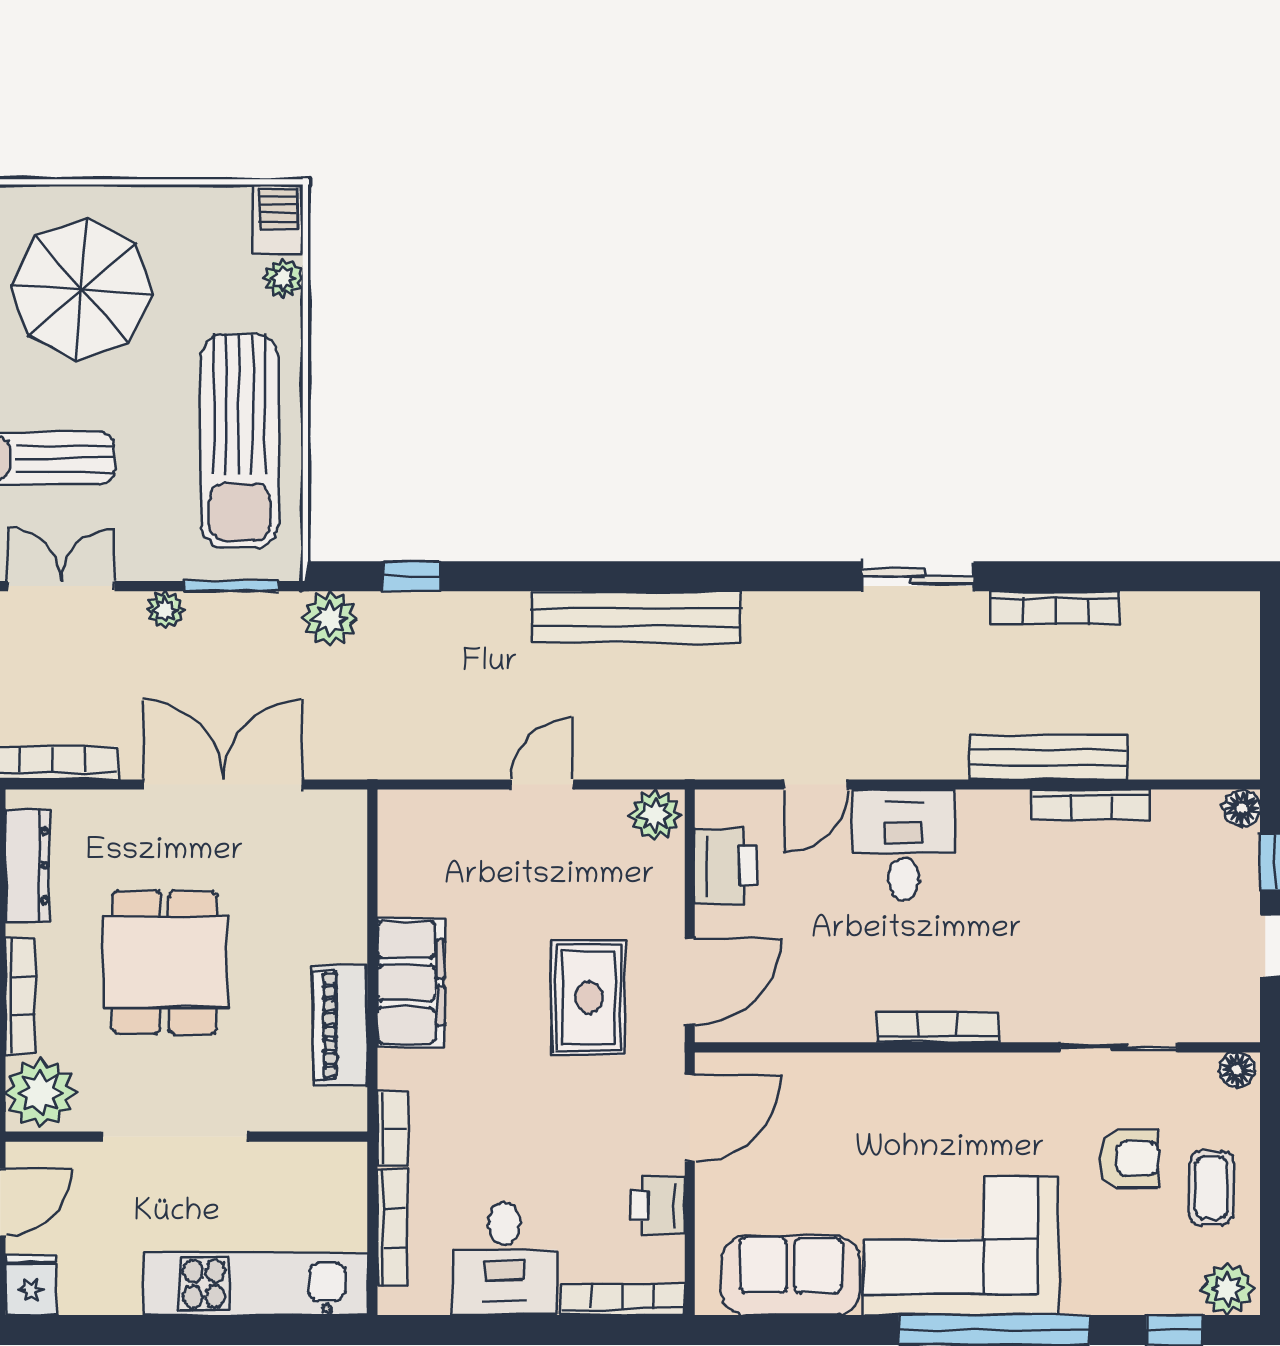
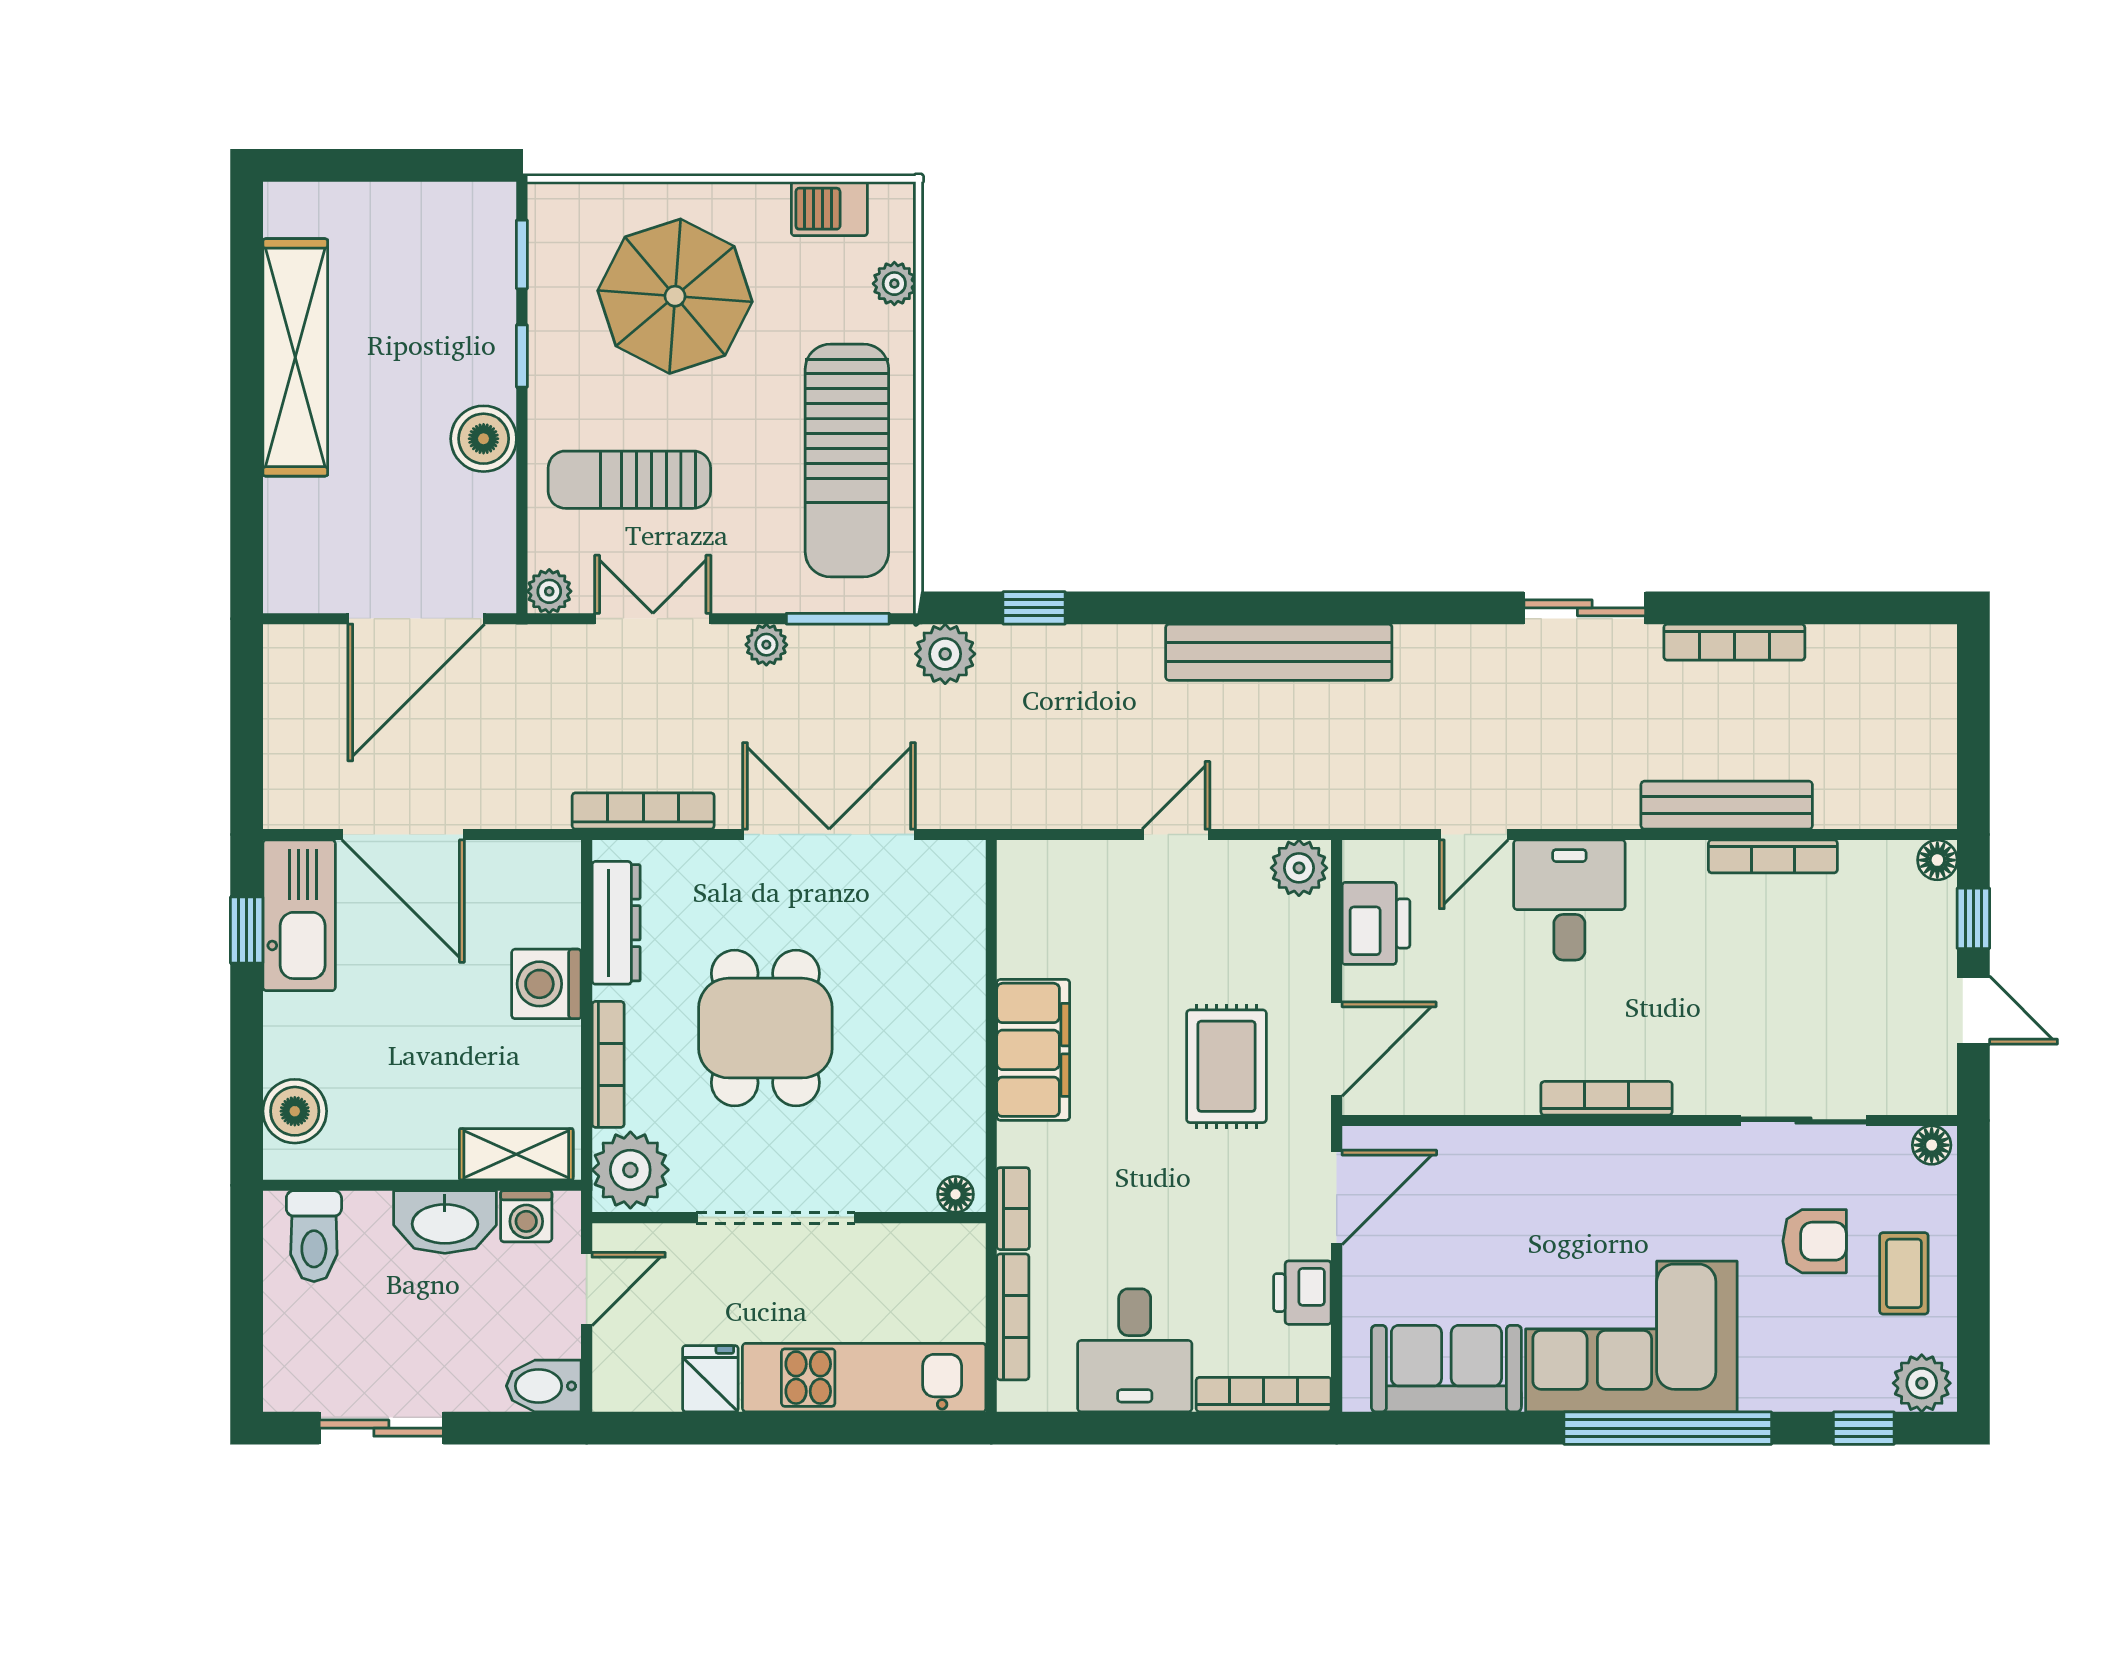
barbecue: (278, 219) -> (829, 209), moved, turned -90
piano: (340, 1025) -> (956, 1097), removed
floor lamp: (339, 1115) -> (956, 1194), added
fridge: (31, 1285) -> (710, 1379), moved

